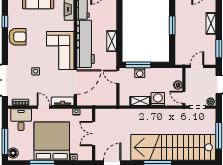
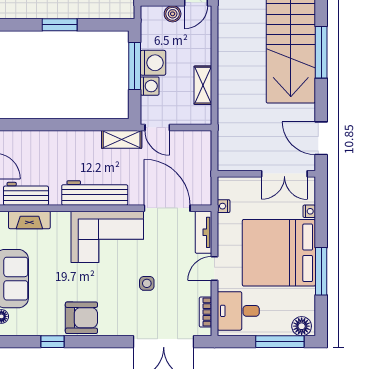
armchair: (17, 37) -> (81, 318), turned 90
shelving: (112, 41) -> (122, 139), moved
workbench: (85, 44) -> (95, 193), width x0.73, depth x0.76
window: (138, 65) -> (135, 66), moved
door: (118, 77) -> (157, 128), hinge flipped
washing machine: (158, 99) -> (153, 63), moved, turned 180
double door: (94, 134) -> (284, 174), moved

